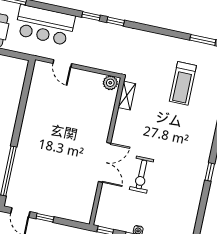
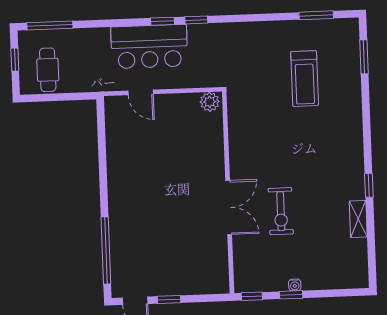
bar counter: (45, 25) -> (149, 46), moved
shelving: (127, 96) -> (358, 219), moved

